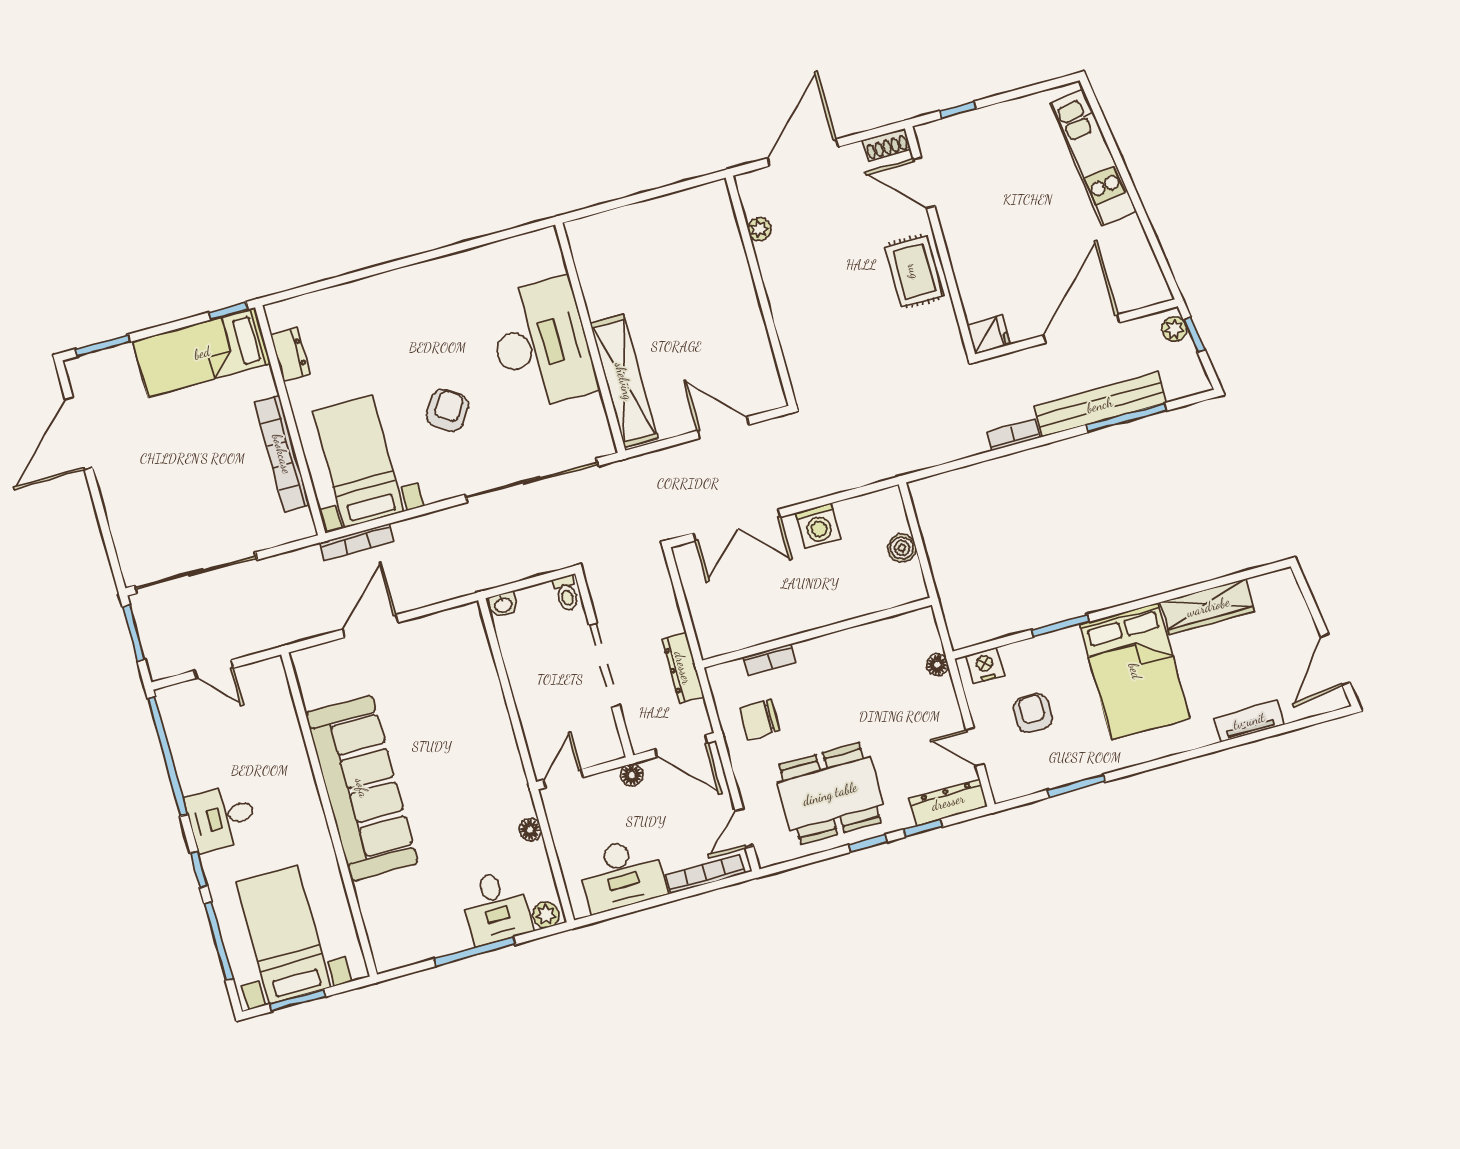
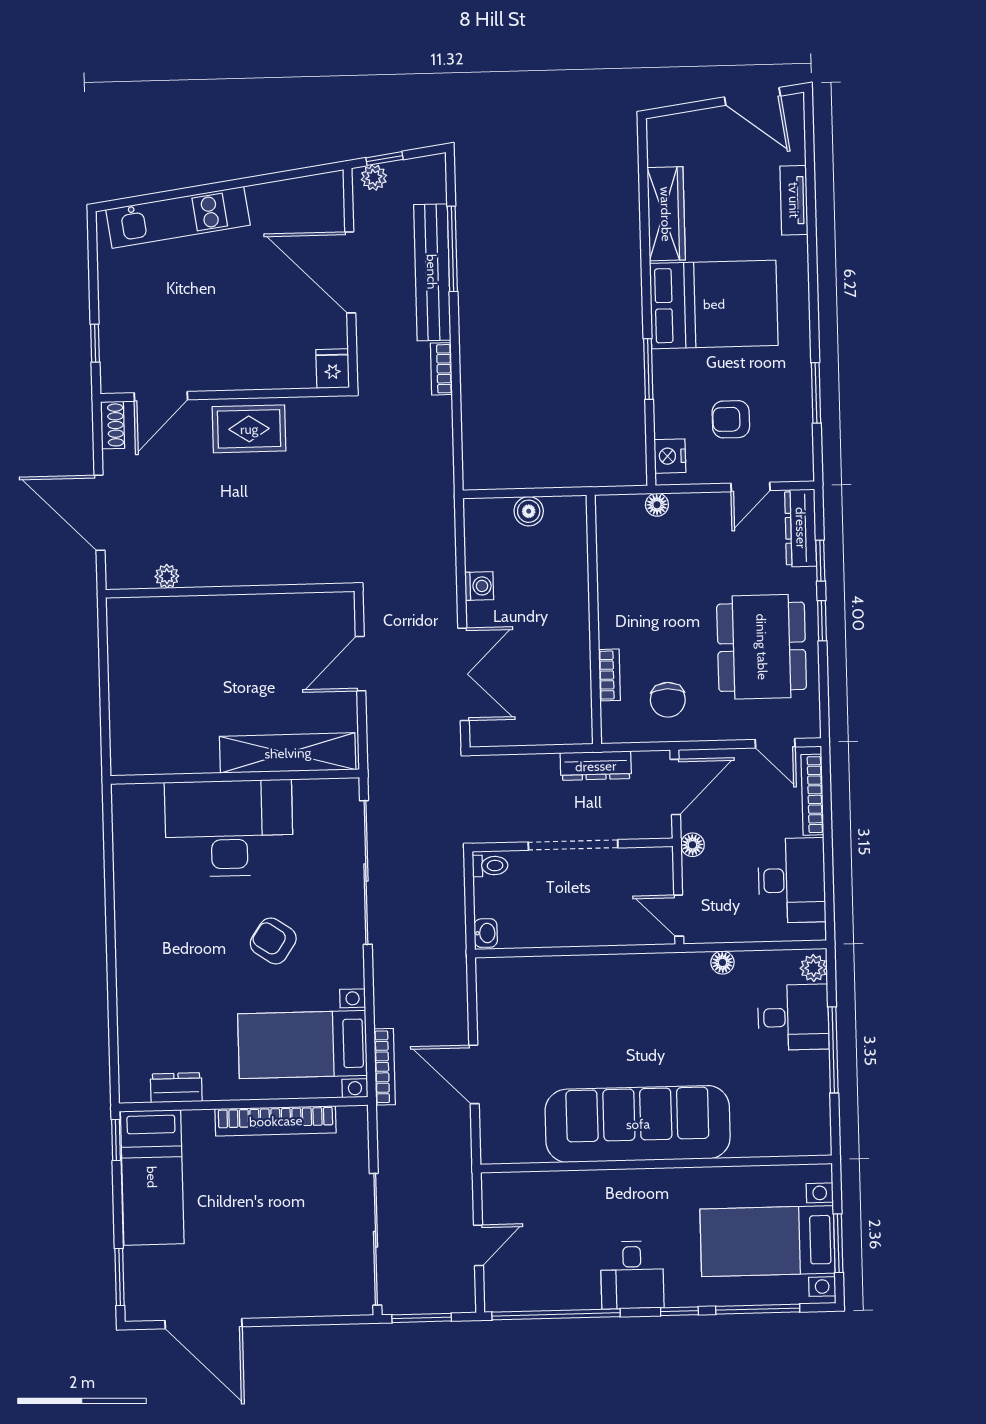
washing machine: (818, 526) -> (479, 586), width x0.73, depth x0.73

